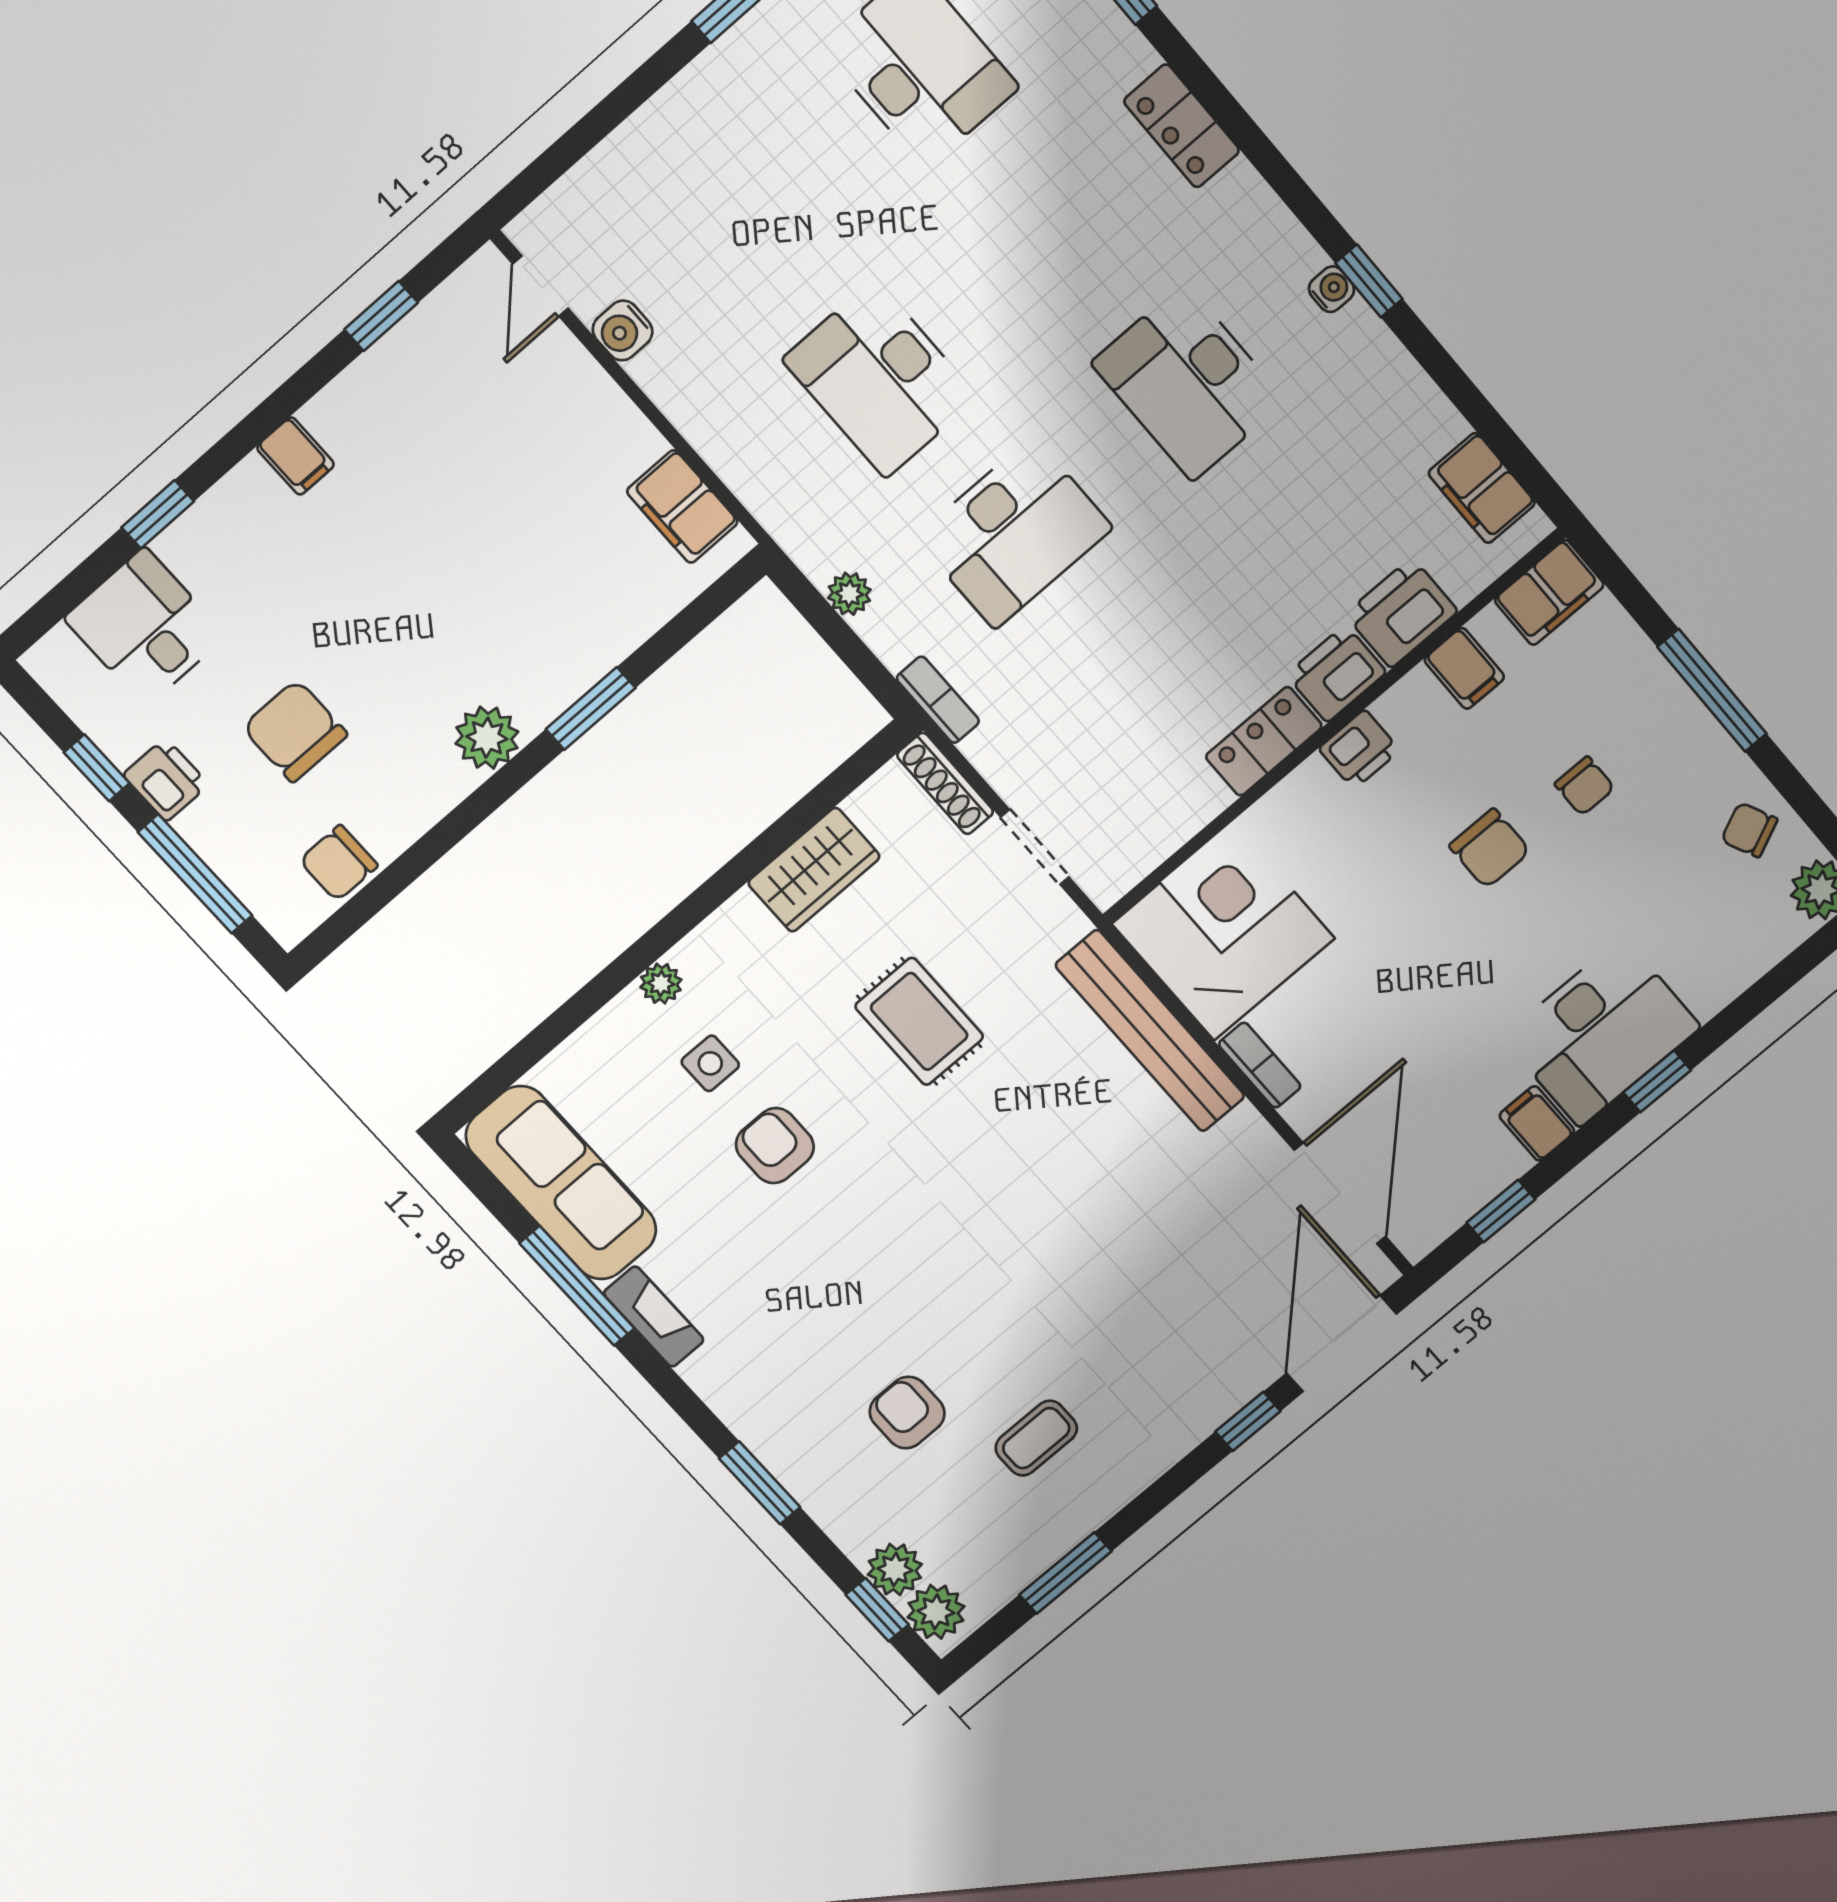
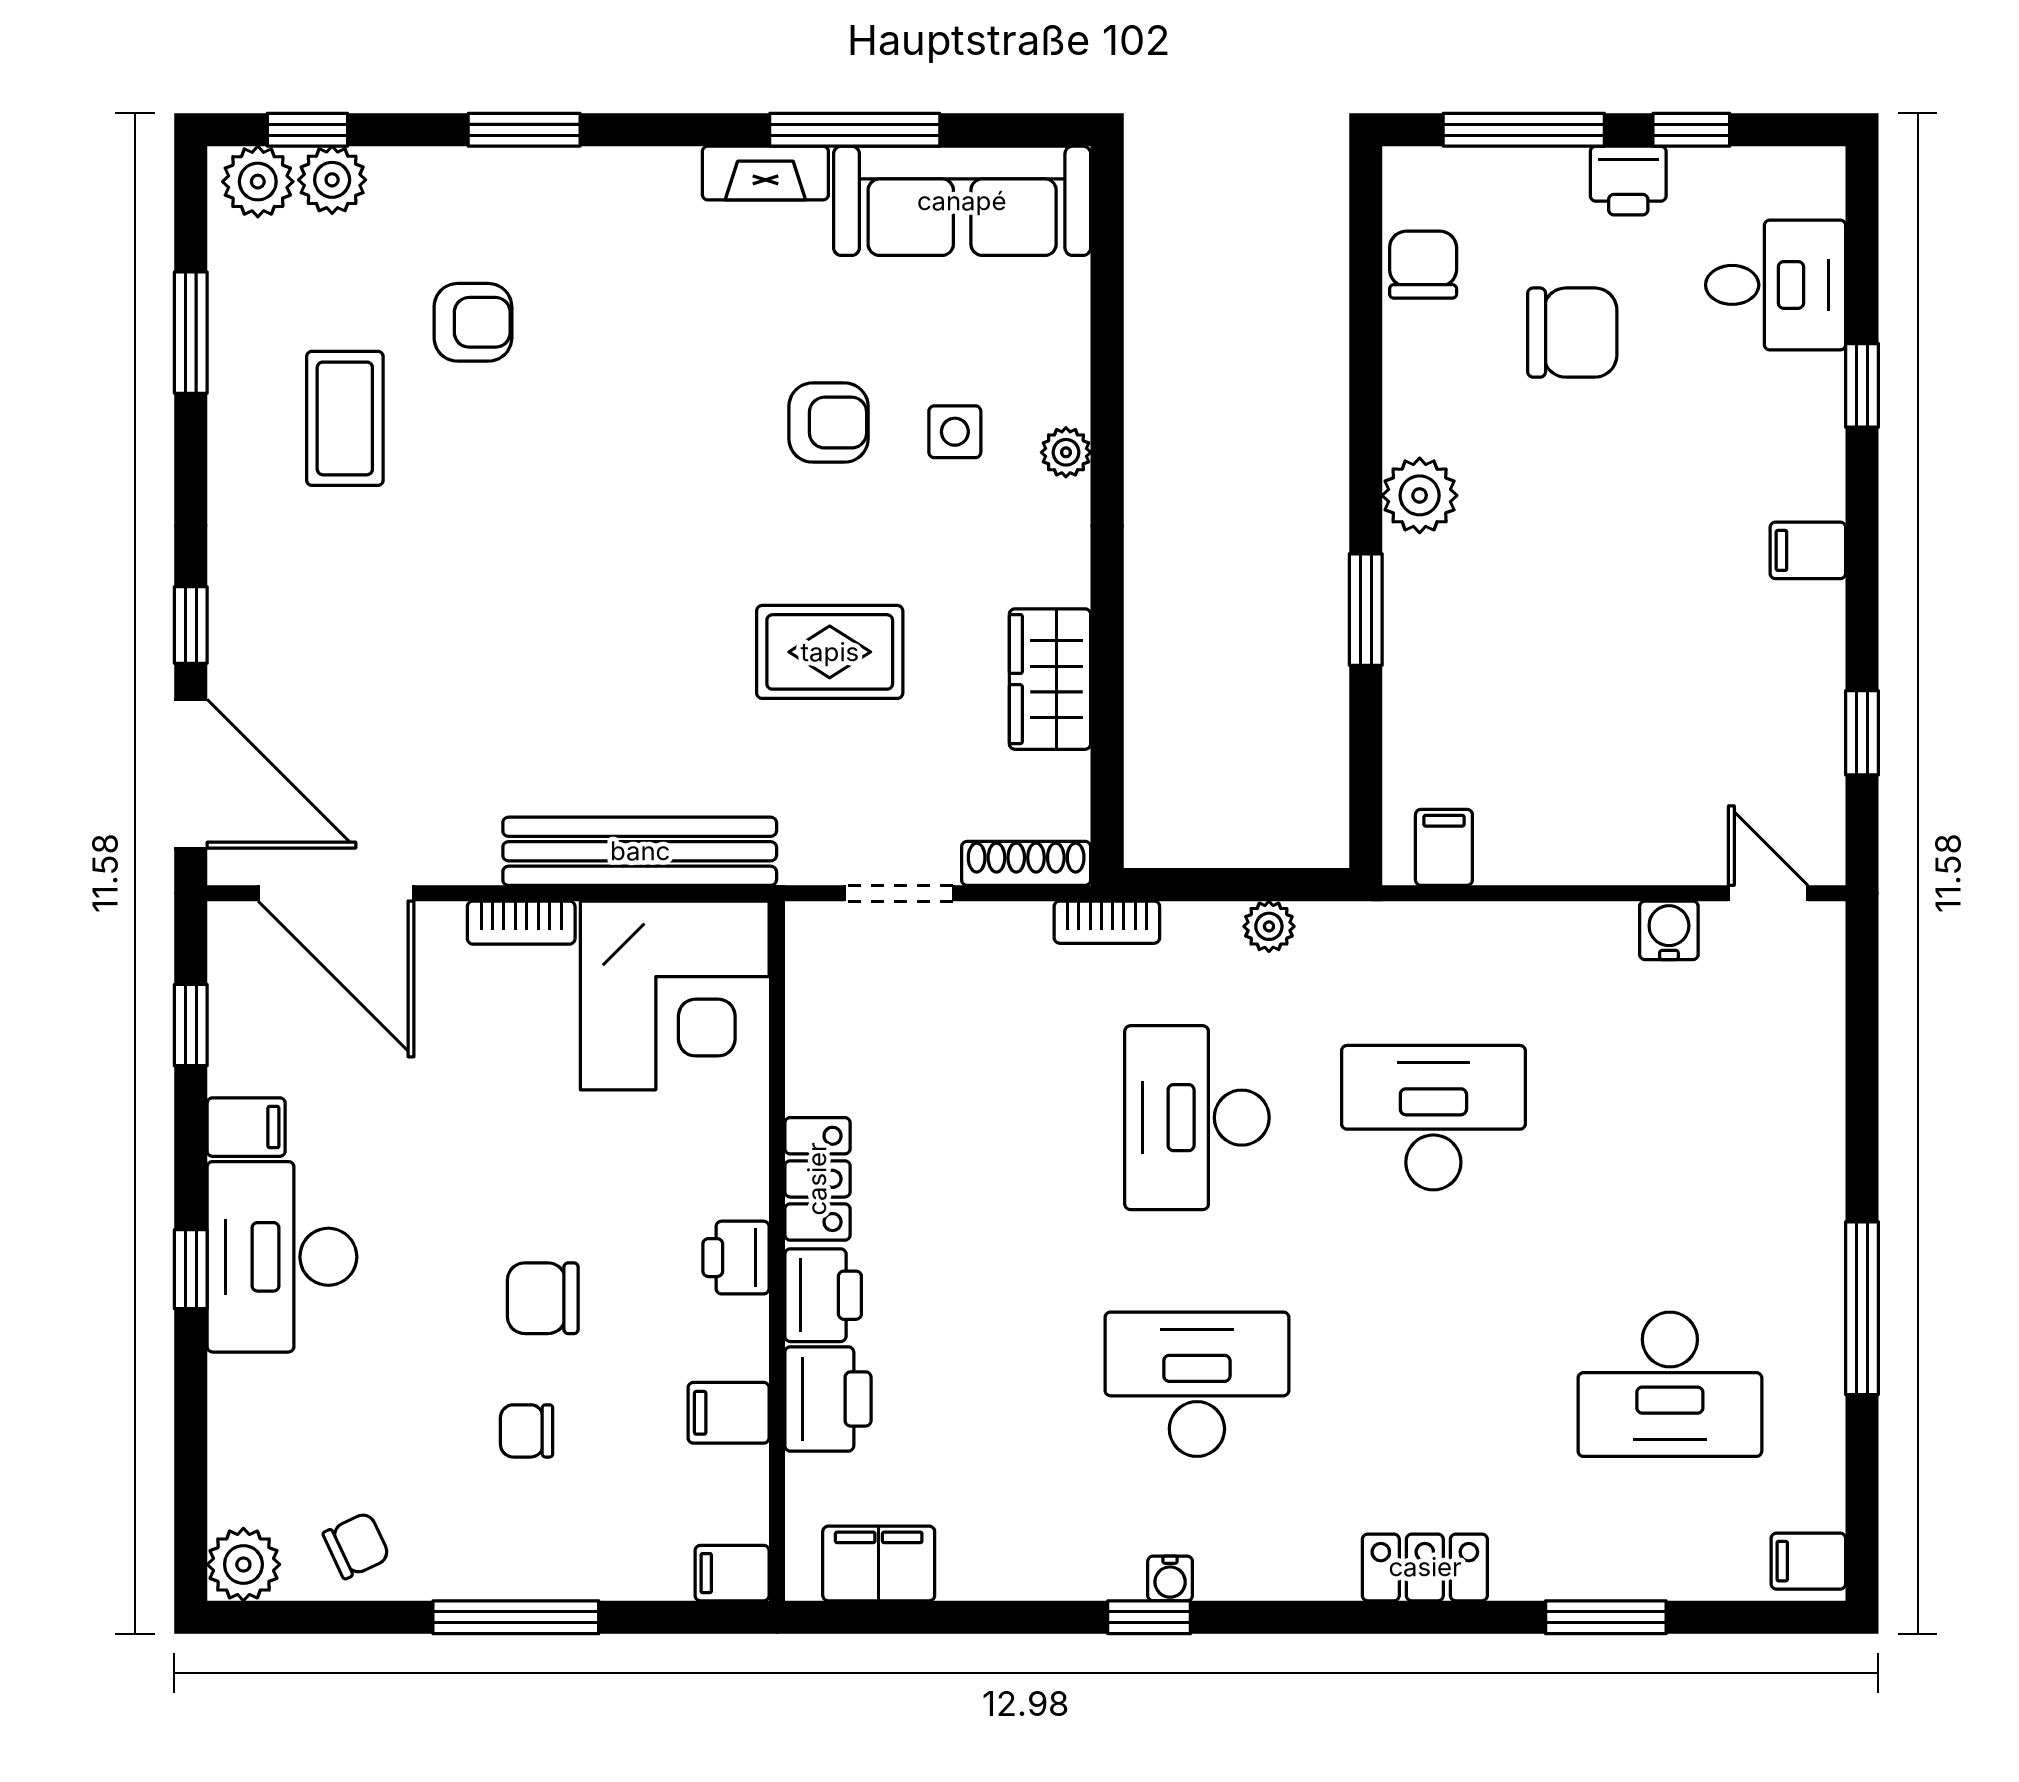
filing cabinet: (682, 507) -> (1444, 847), width x0.50
filing cabinet: (1549, 593) -> (732, 1573), width x0.50
coffee table: (1036, 1438) -> (345, 418), width x1.36, depth x1.30

